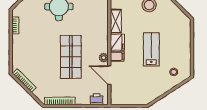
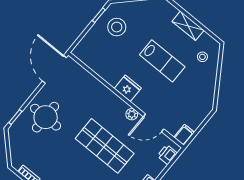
shelving: (116, 21) -> (188, 26), moved
lab bench: (151, 49) -> (162, 61), turned 180
filing cabinet: (117, 56) -> (184, 135), moved

